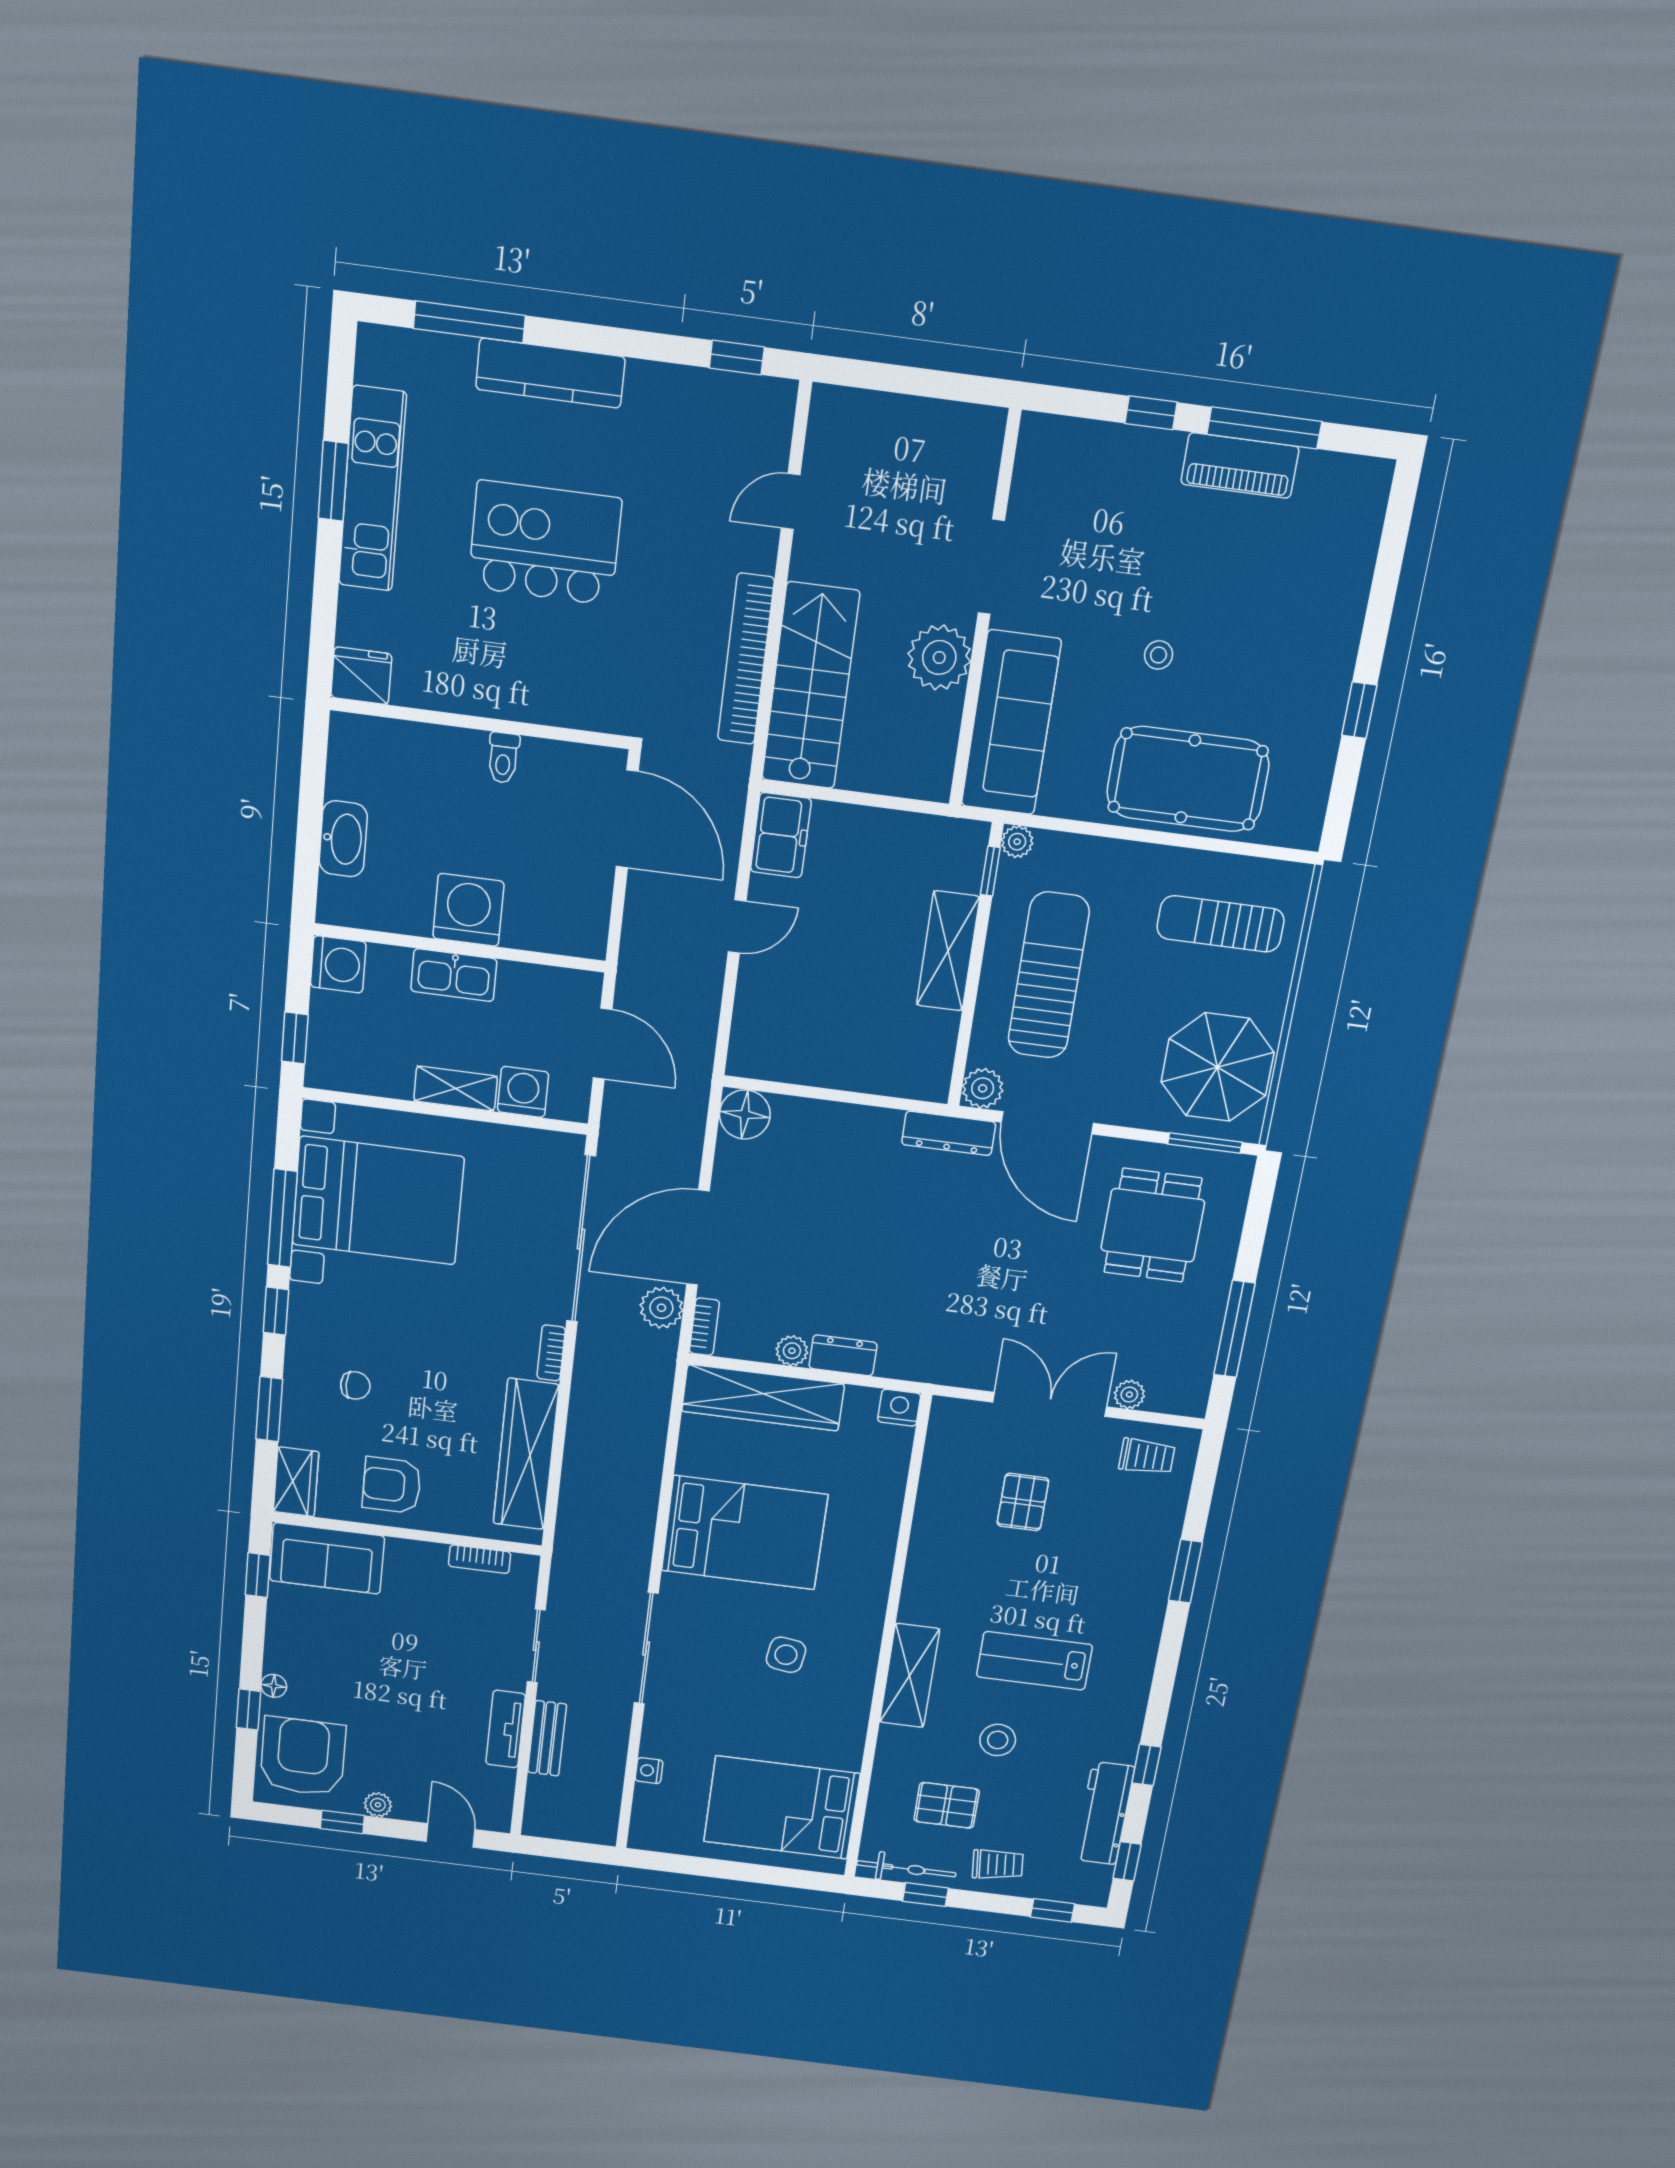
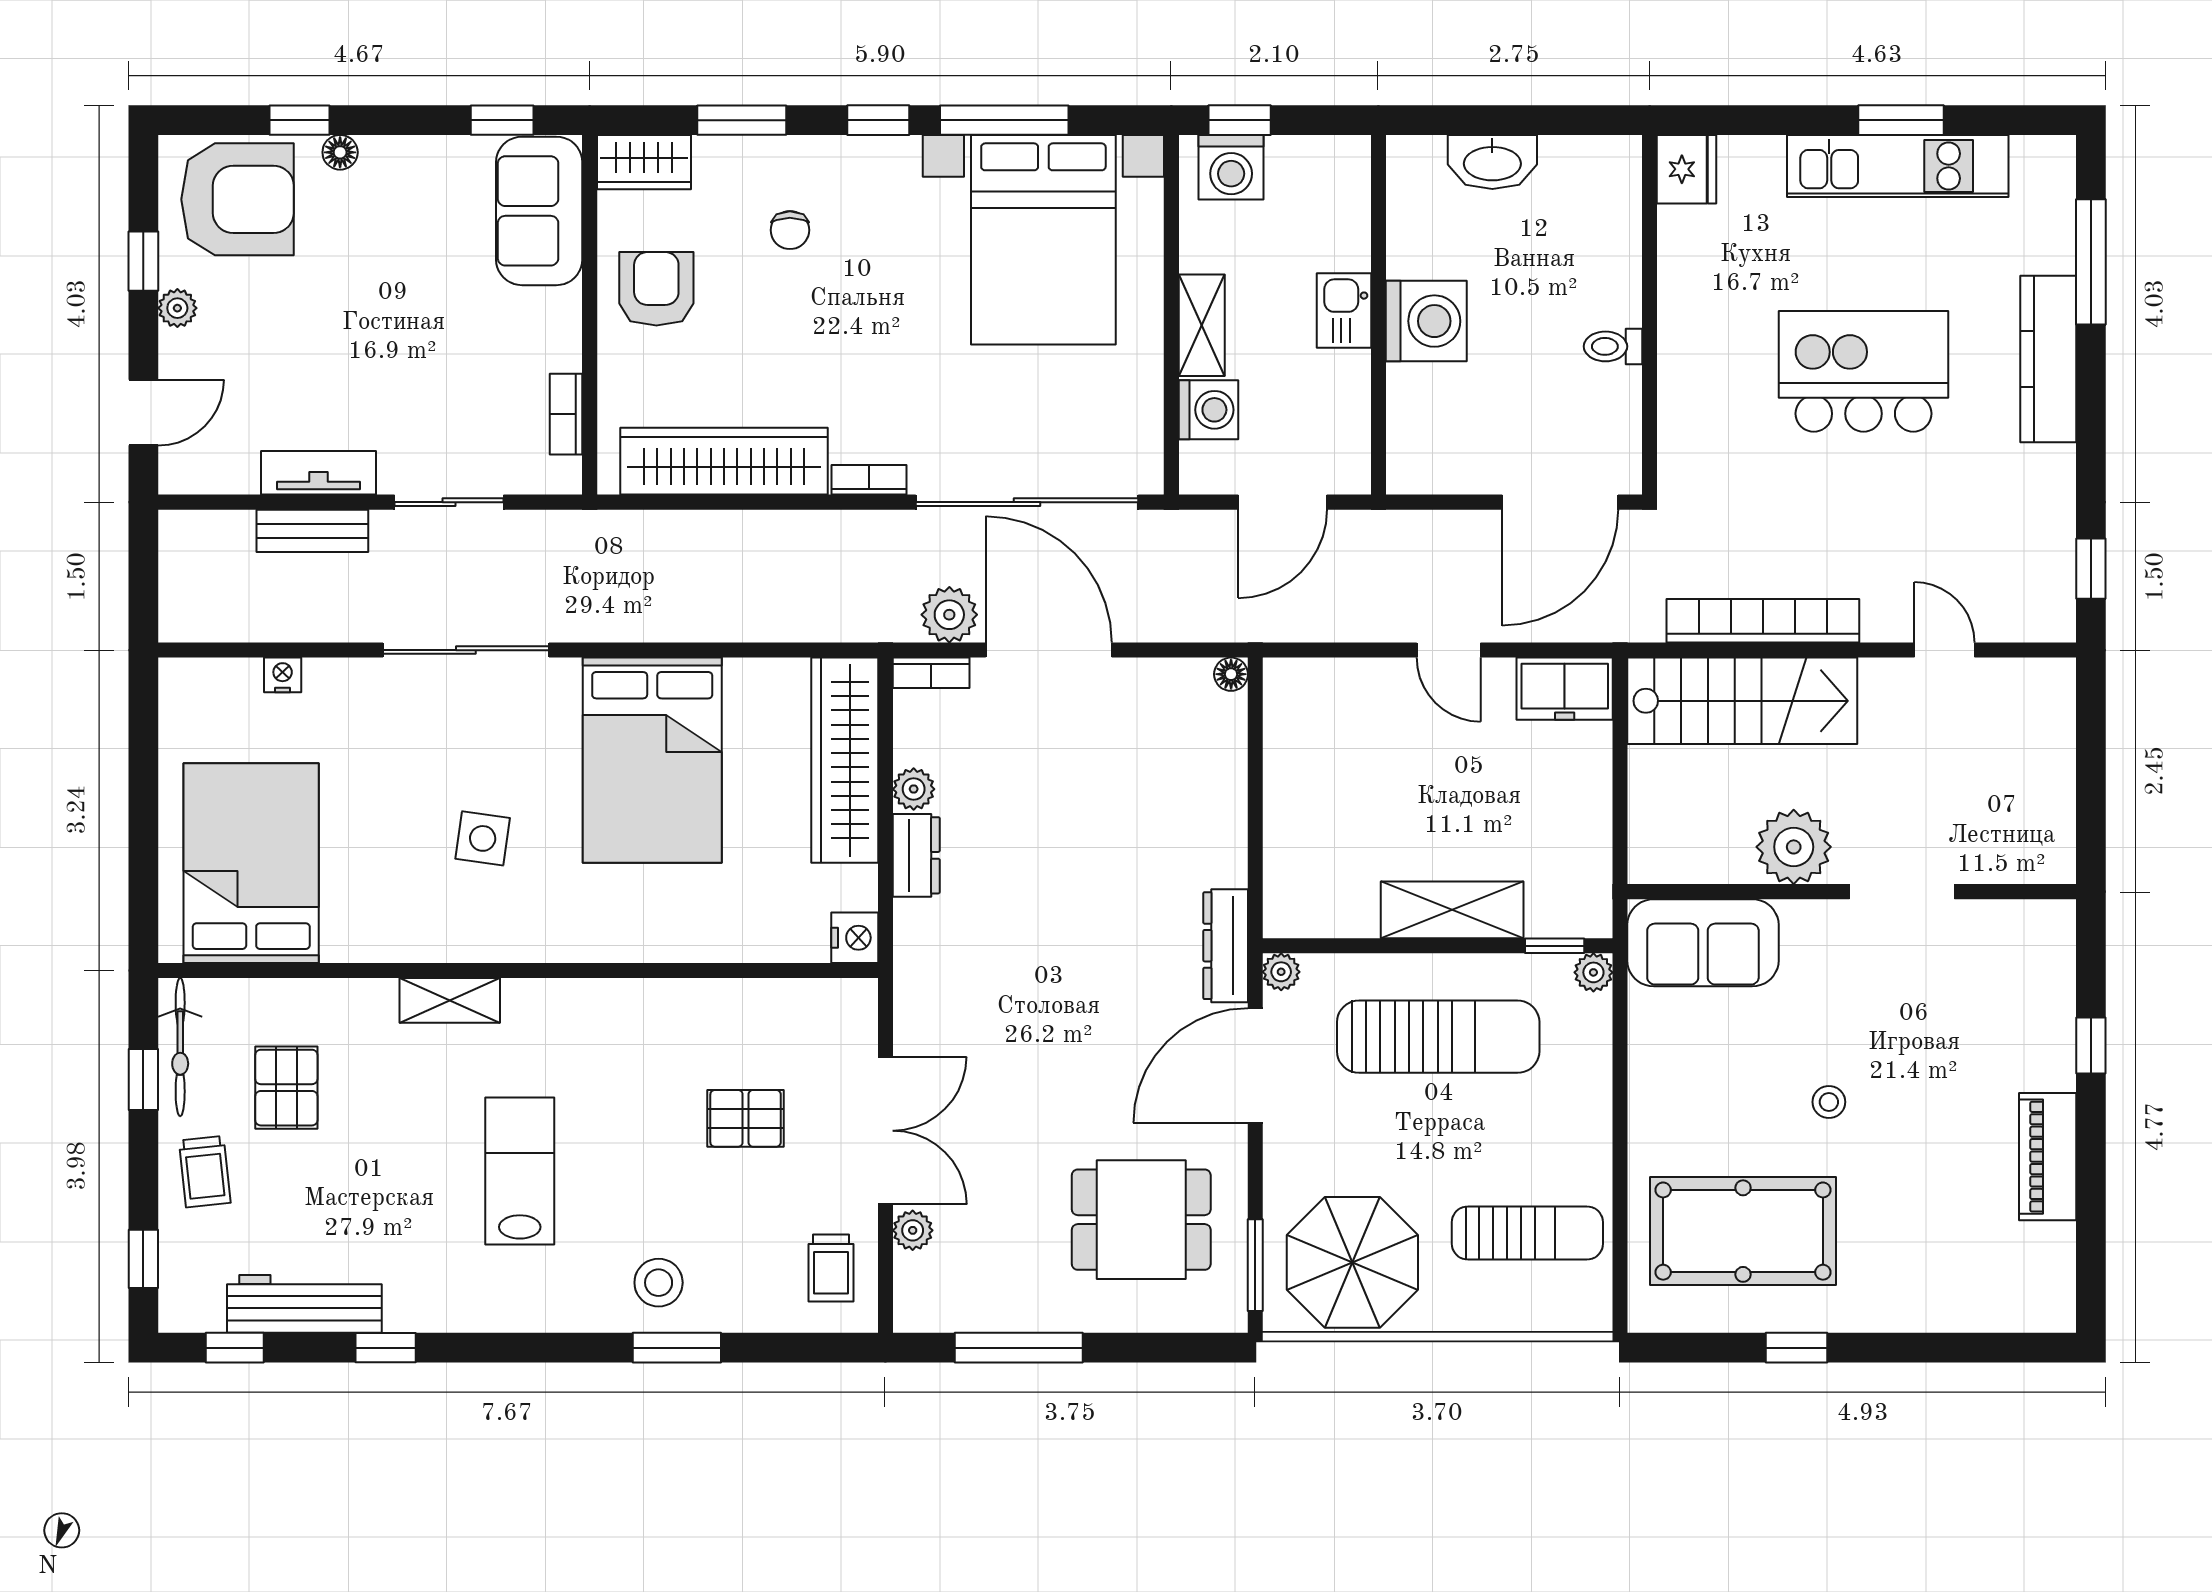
window: (1264, 428) -> (2091, 1176), removed
kitchen island: (545, 543) -> (1863, 371), turned -90
sofa: (1011, 723) -> (1703, 943), width x0.73
pool table: (1188, 779) -> (1743, 1231), moved, turned 90
sun lounger: (1220, 924) -> (1527, 1233), turned 90
washing machine: (338, 964) -> (1231, 167), moved
kitchen sink: (454, 975) -> (1344, 310), width x0.73
plant: (983, 1088) -> (1281, 972), width x0.73, depth x0.73
floor lamp: (745, 1114) -> (1231, 674), width x0.53, depth x0.53
shelving: (910, 1676) -> (450, 1000), width x0.67, depth x0.75
stool: (998, 1740) -> (659, 1283), moved

